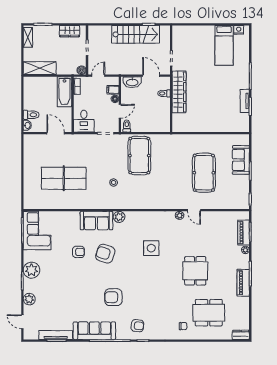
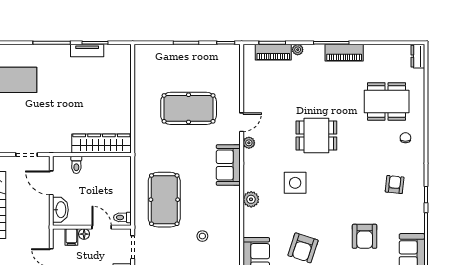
door: (151, 76) -> (51, 183), hinge flipped
wardrobe: (179, 92) -> (101, 143), moved
pool table: (139, 156) -> (164, 200), turned 90
sofa: (241, 160) -> (228, 165), moved, turned 90
plant: (119, 217) -> (251, 199), moved
dining table: (195, 271) -> (316, 136), moved
dining table: (209, 313) -> (387, 101), turned 90
armchair: (137, 326) -> (395, 185), moved

